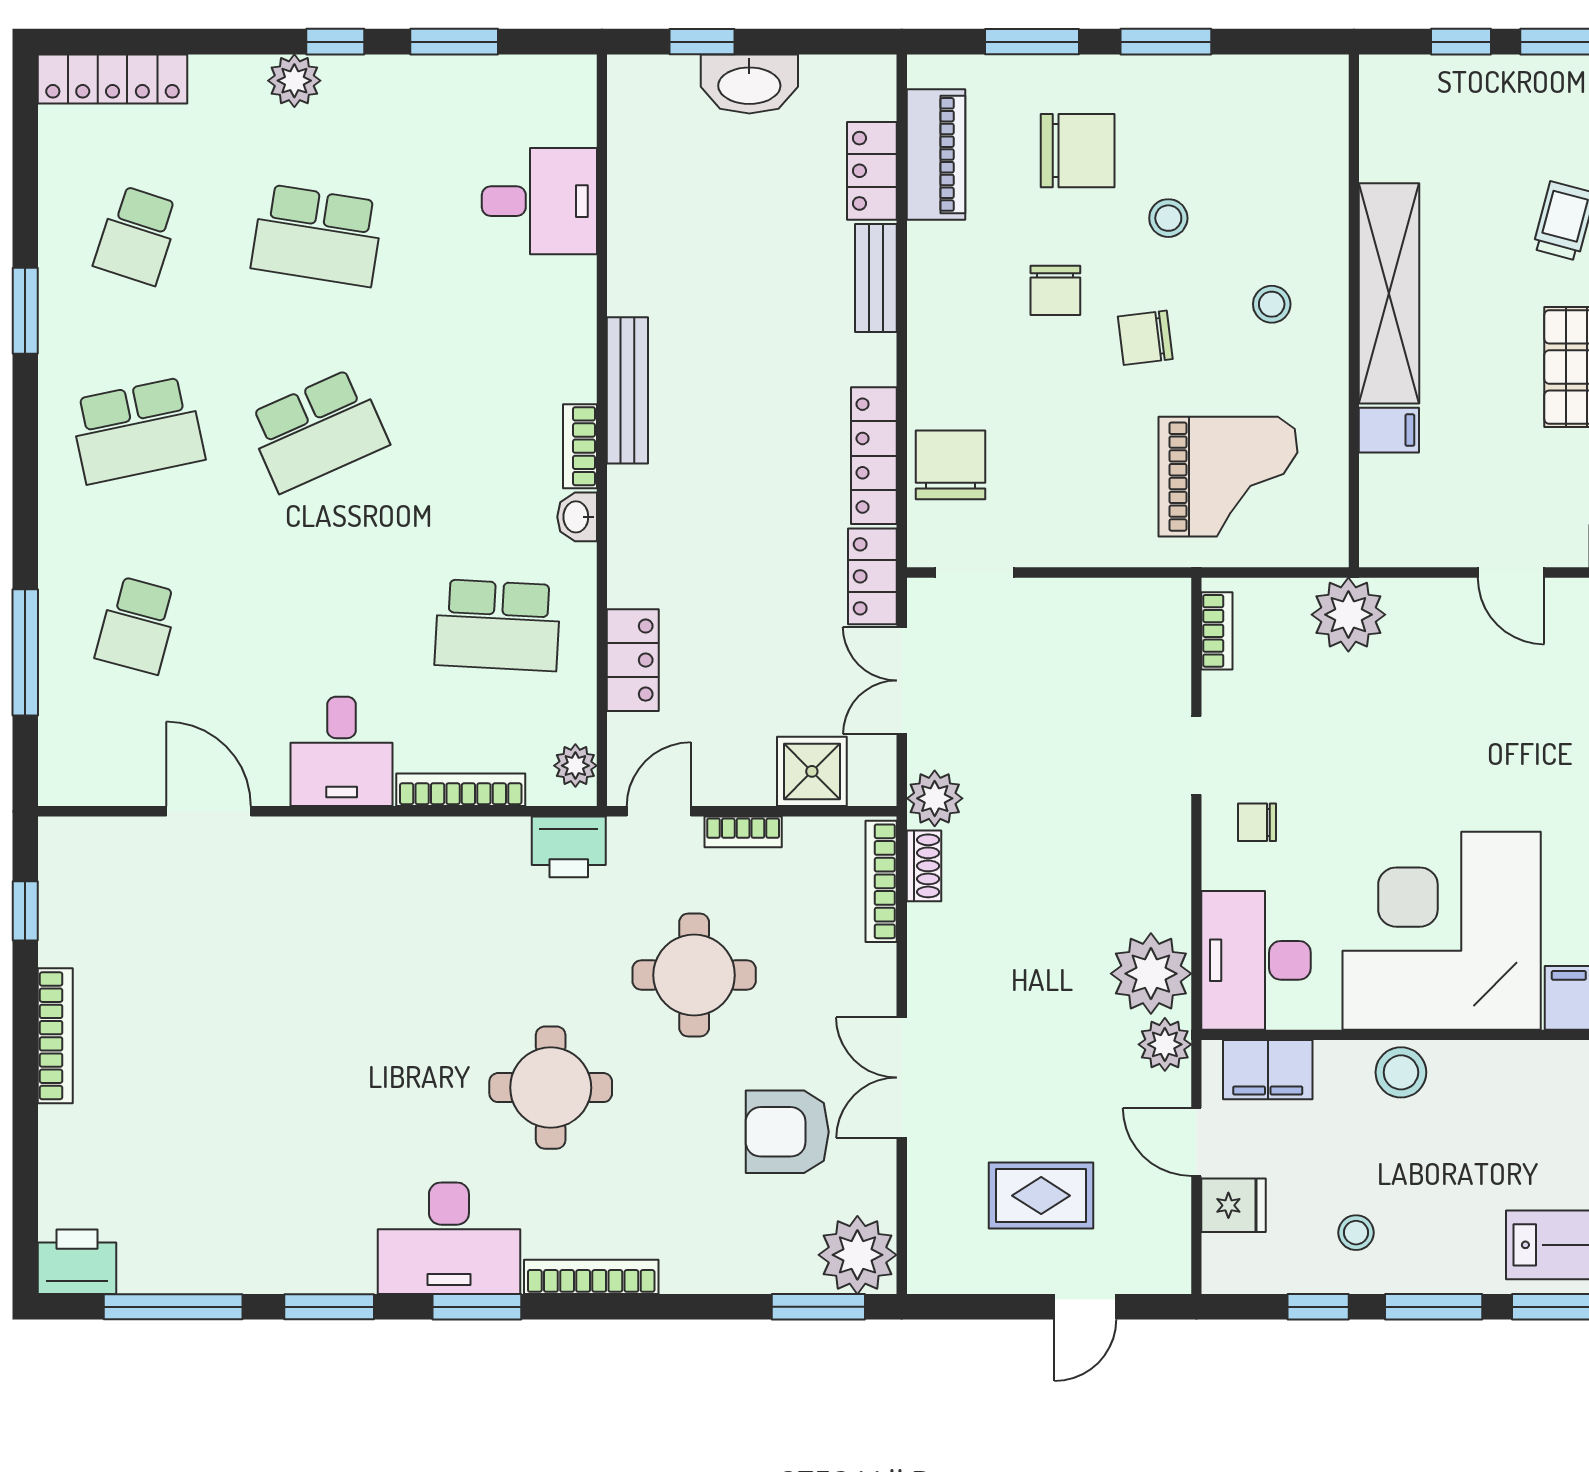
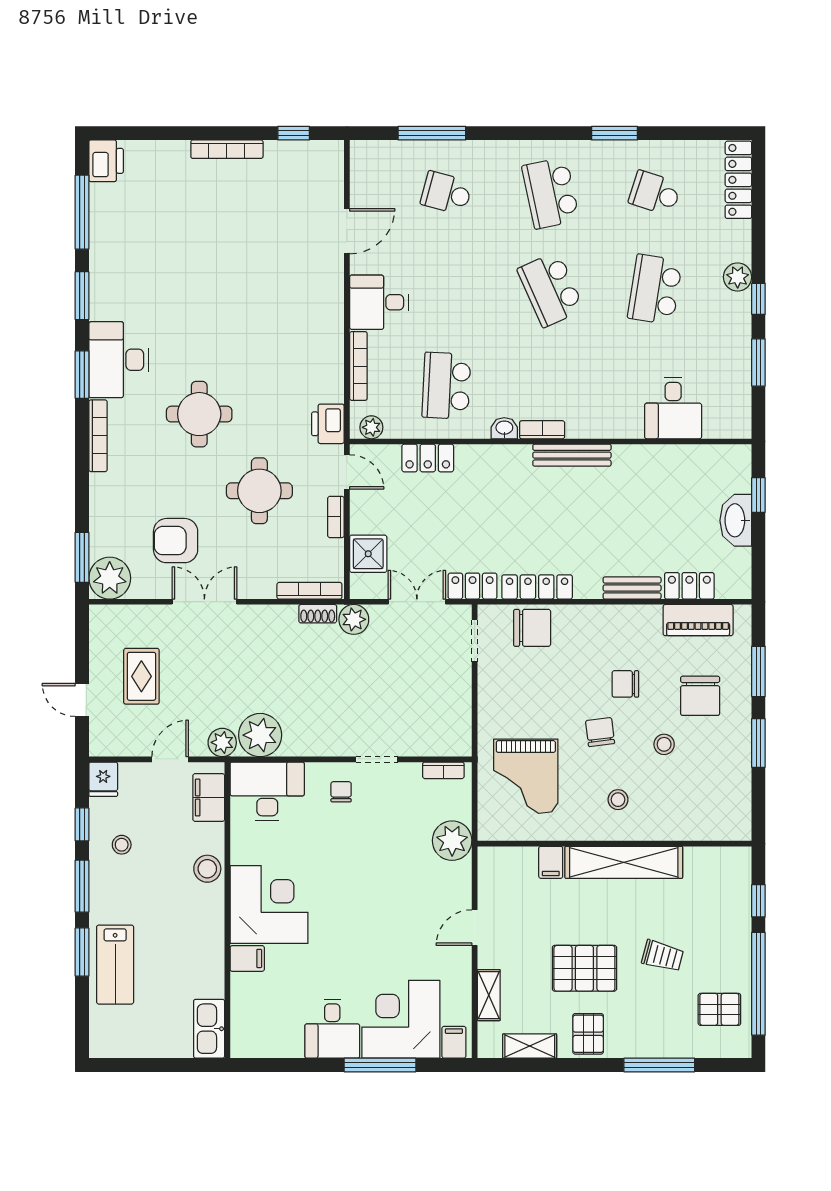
corner desk: (1442, 931) -> (269, 905), width x0.74, depth x0.74
armchair: (787, 1132) -> (176, 541), turned -90
fridge: (1234, 1205) -> (103, 779), moved

